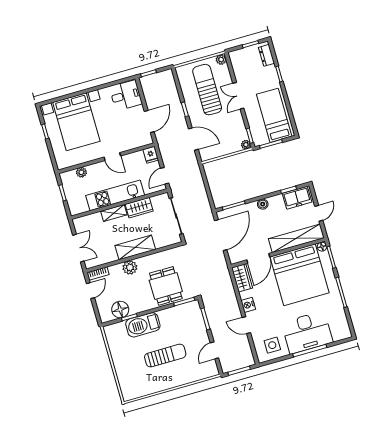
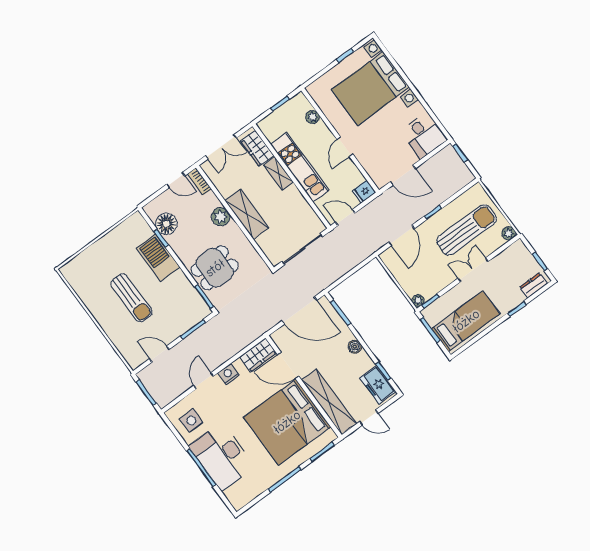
wardrobe: (139, 208) -> (257, 148), moved
floor lamp: (322, 247) -> (330, 436), removed

